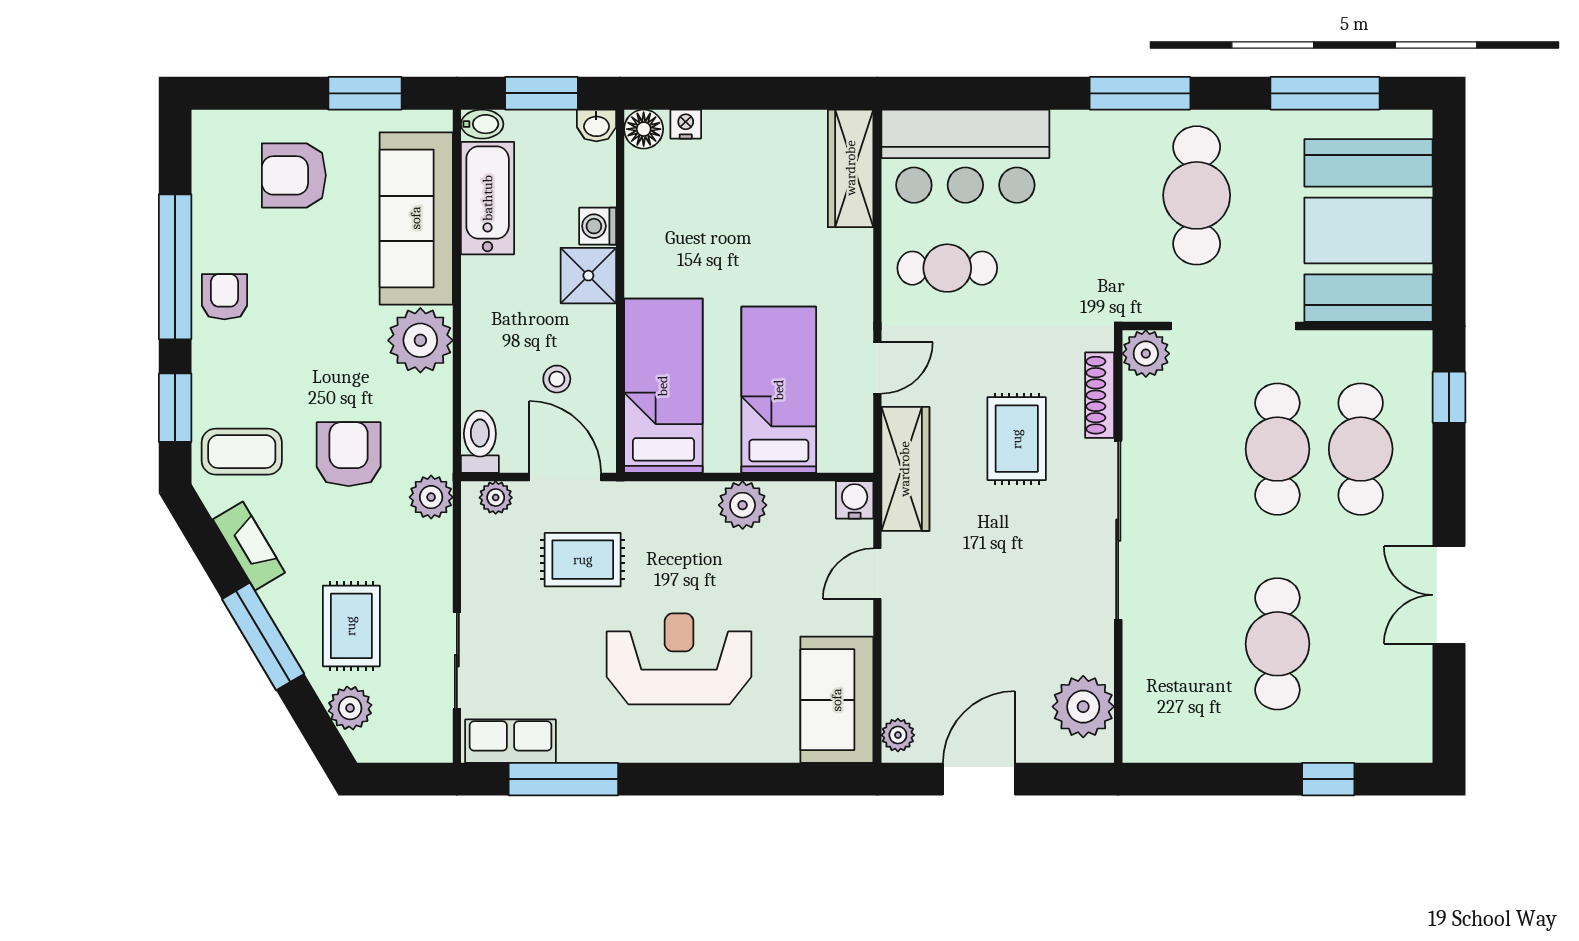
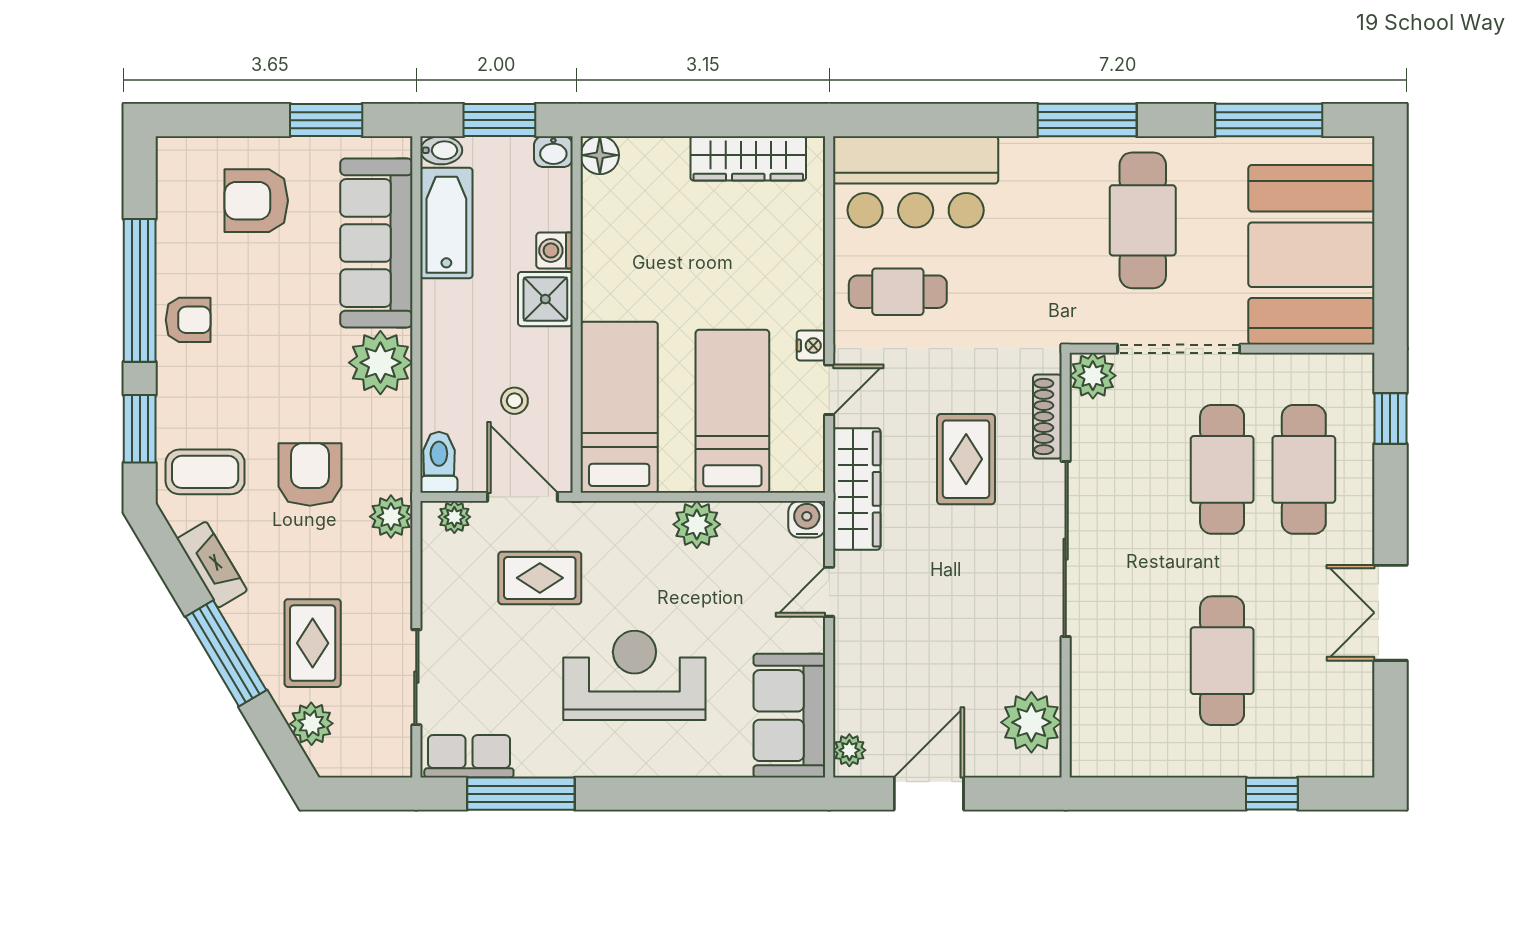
nightstand: (686, 124) -> (811, 346), moved, turned 90
wardrobe: (851, 168) -> (748, 158), moved, turned -90
armchair: (224, 297) -> (188, 320), turned 90

